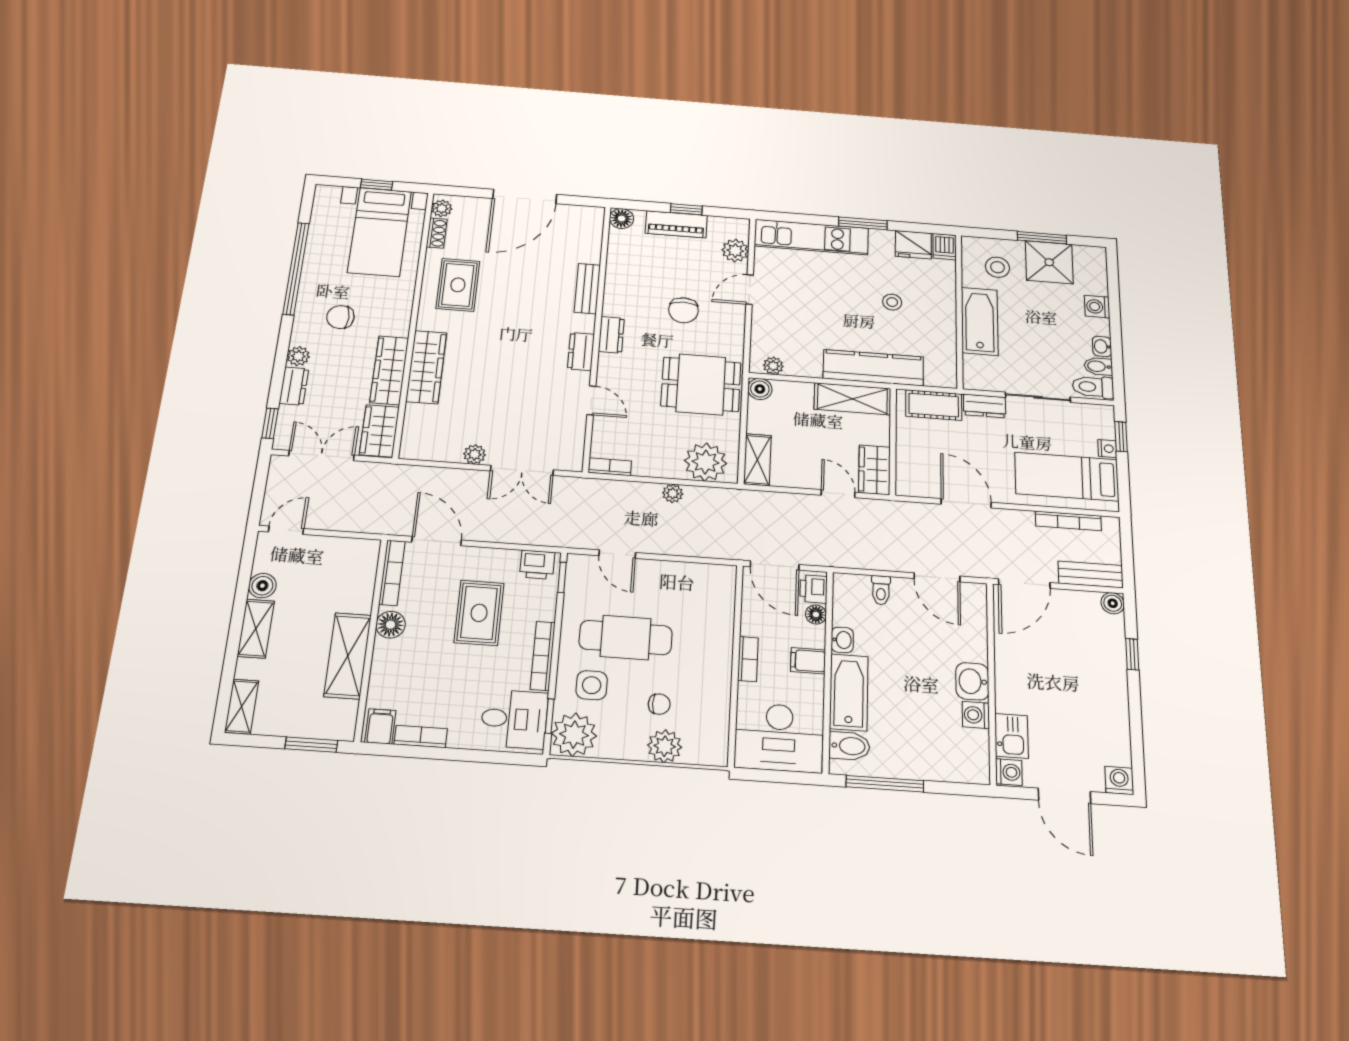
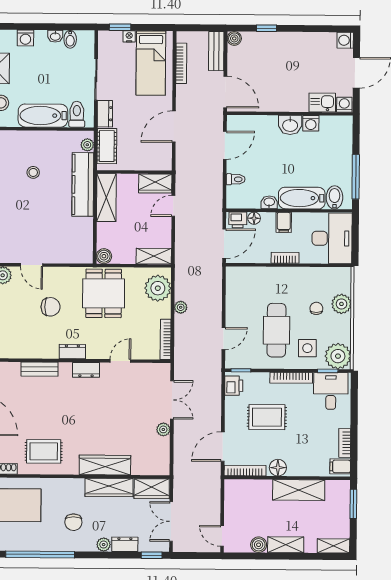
plant: (773, 366) -> (87, 145), moved
toilet: (1093, 387) -> (77, 114), moved, turned 180
bookcase: (610, 467) -> (166, 339), width x1.56

